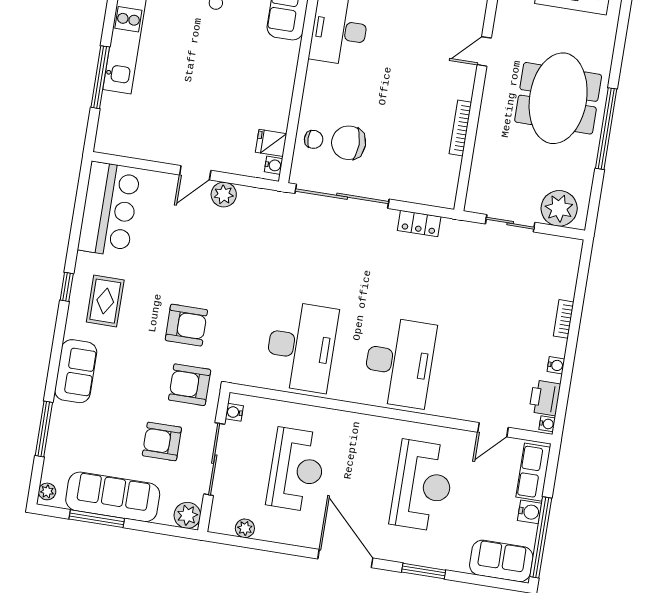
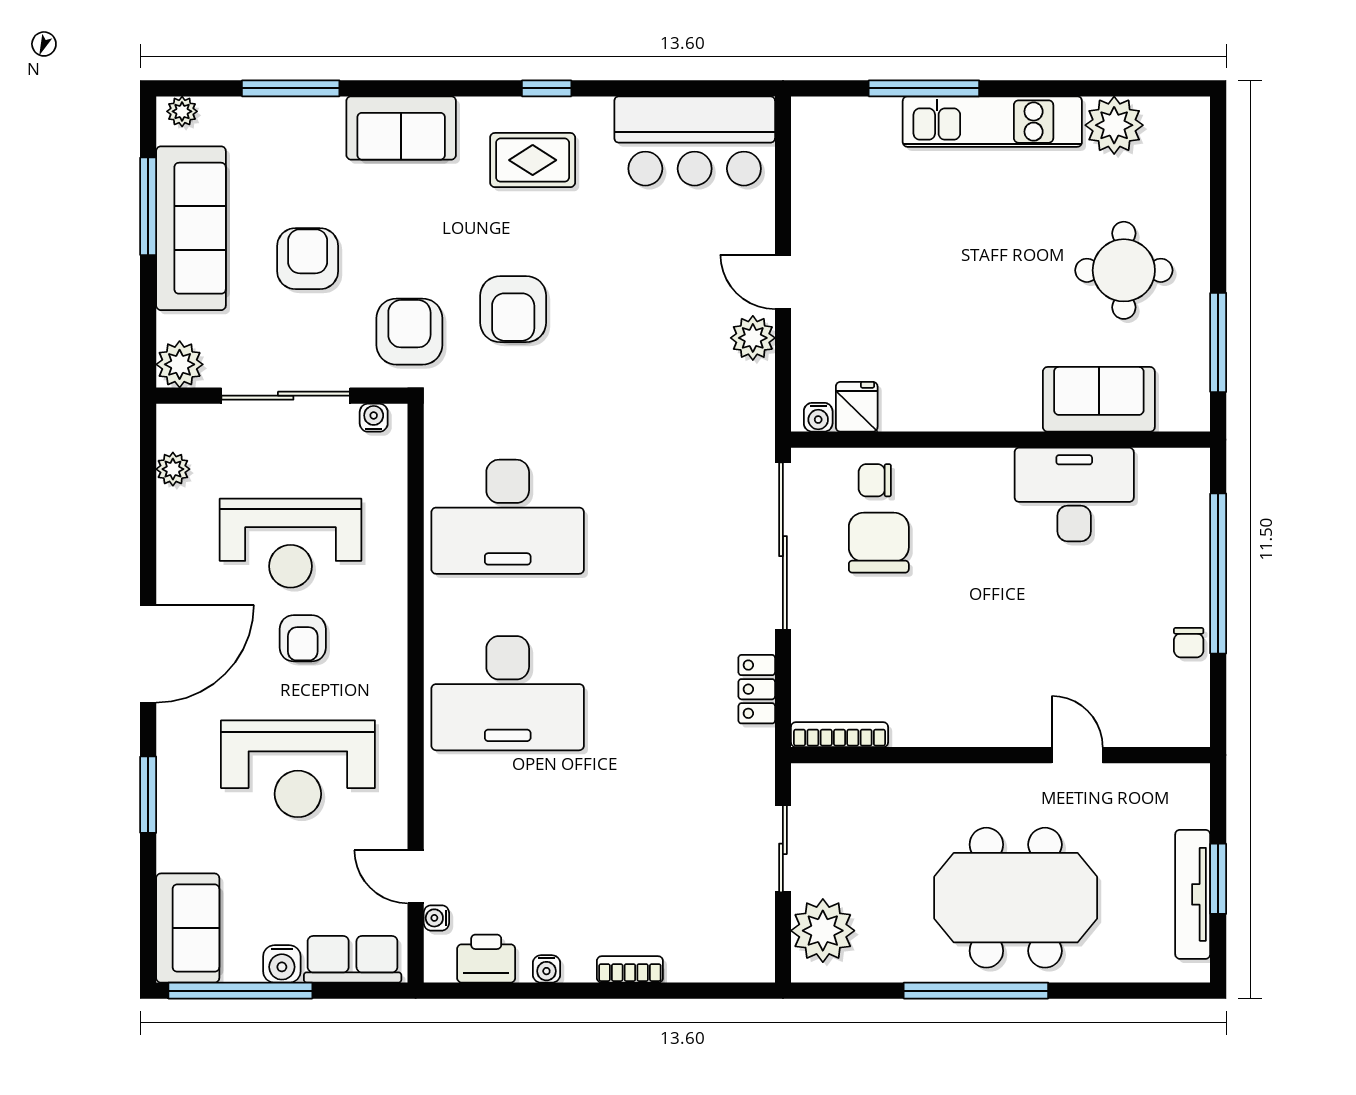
bookcase: (460, 128) -> (840, 735), moved
chair: (314, 139) -> (875, 480), turned 90
water cooler: (547, 424) -> (436, 918), moved, turned 90
armchair: (162, 441) -> (308, 259), moved
armchair: (350, 471) -> (303, 638), added

